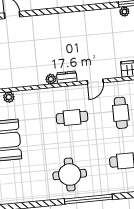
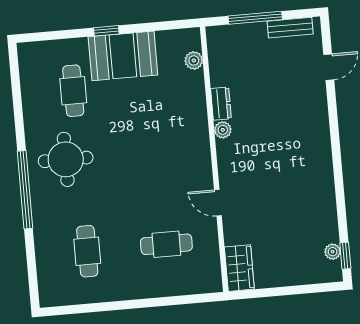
dresser: (67, 77) -> (221, 104), moved
cafe table: (72, 117) -> (73, 91), moved

